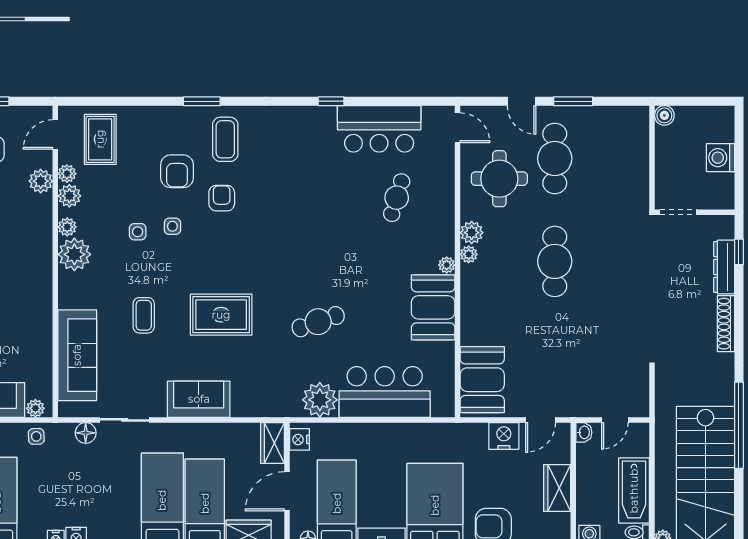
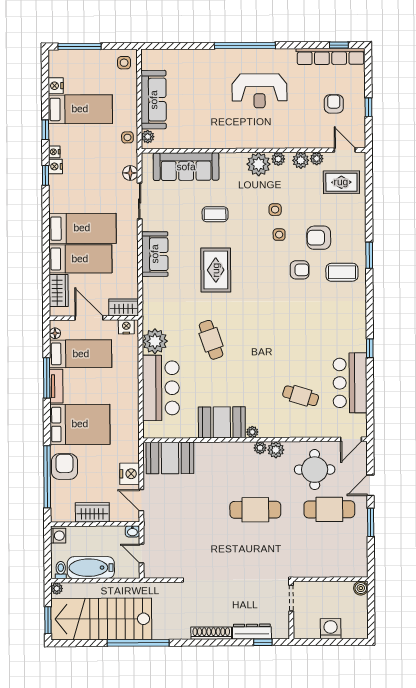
plant: (41, 181) -> (311, 140), removed

